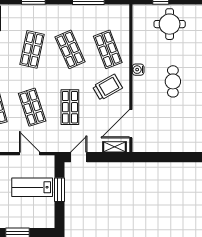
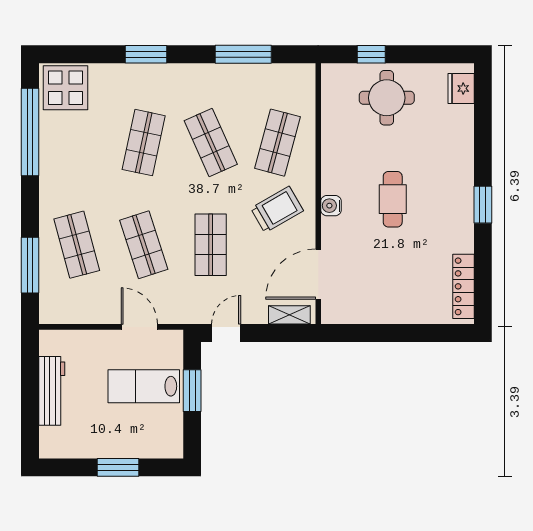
shop shelf: (108, 49) -> (278, 143), turned 36
water cooler: (138, 70) -> (331, 206), moved

